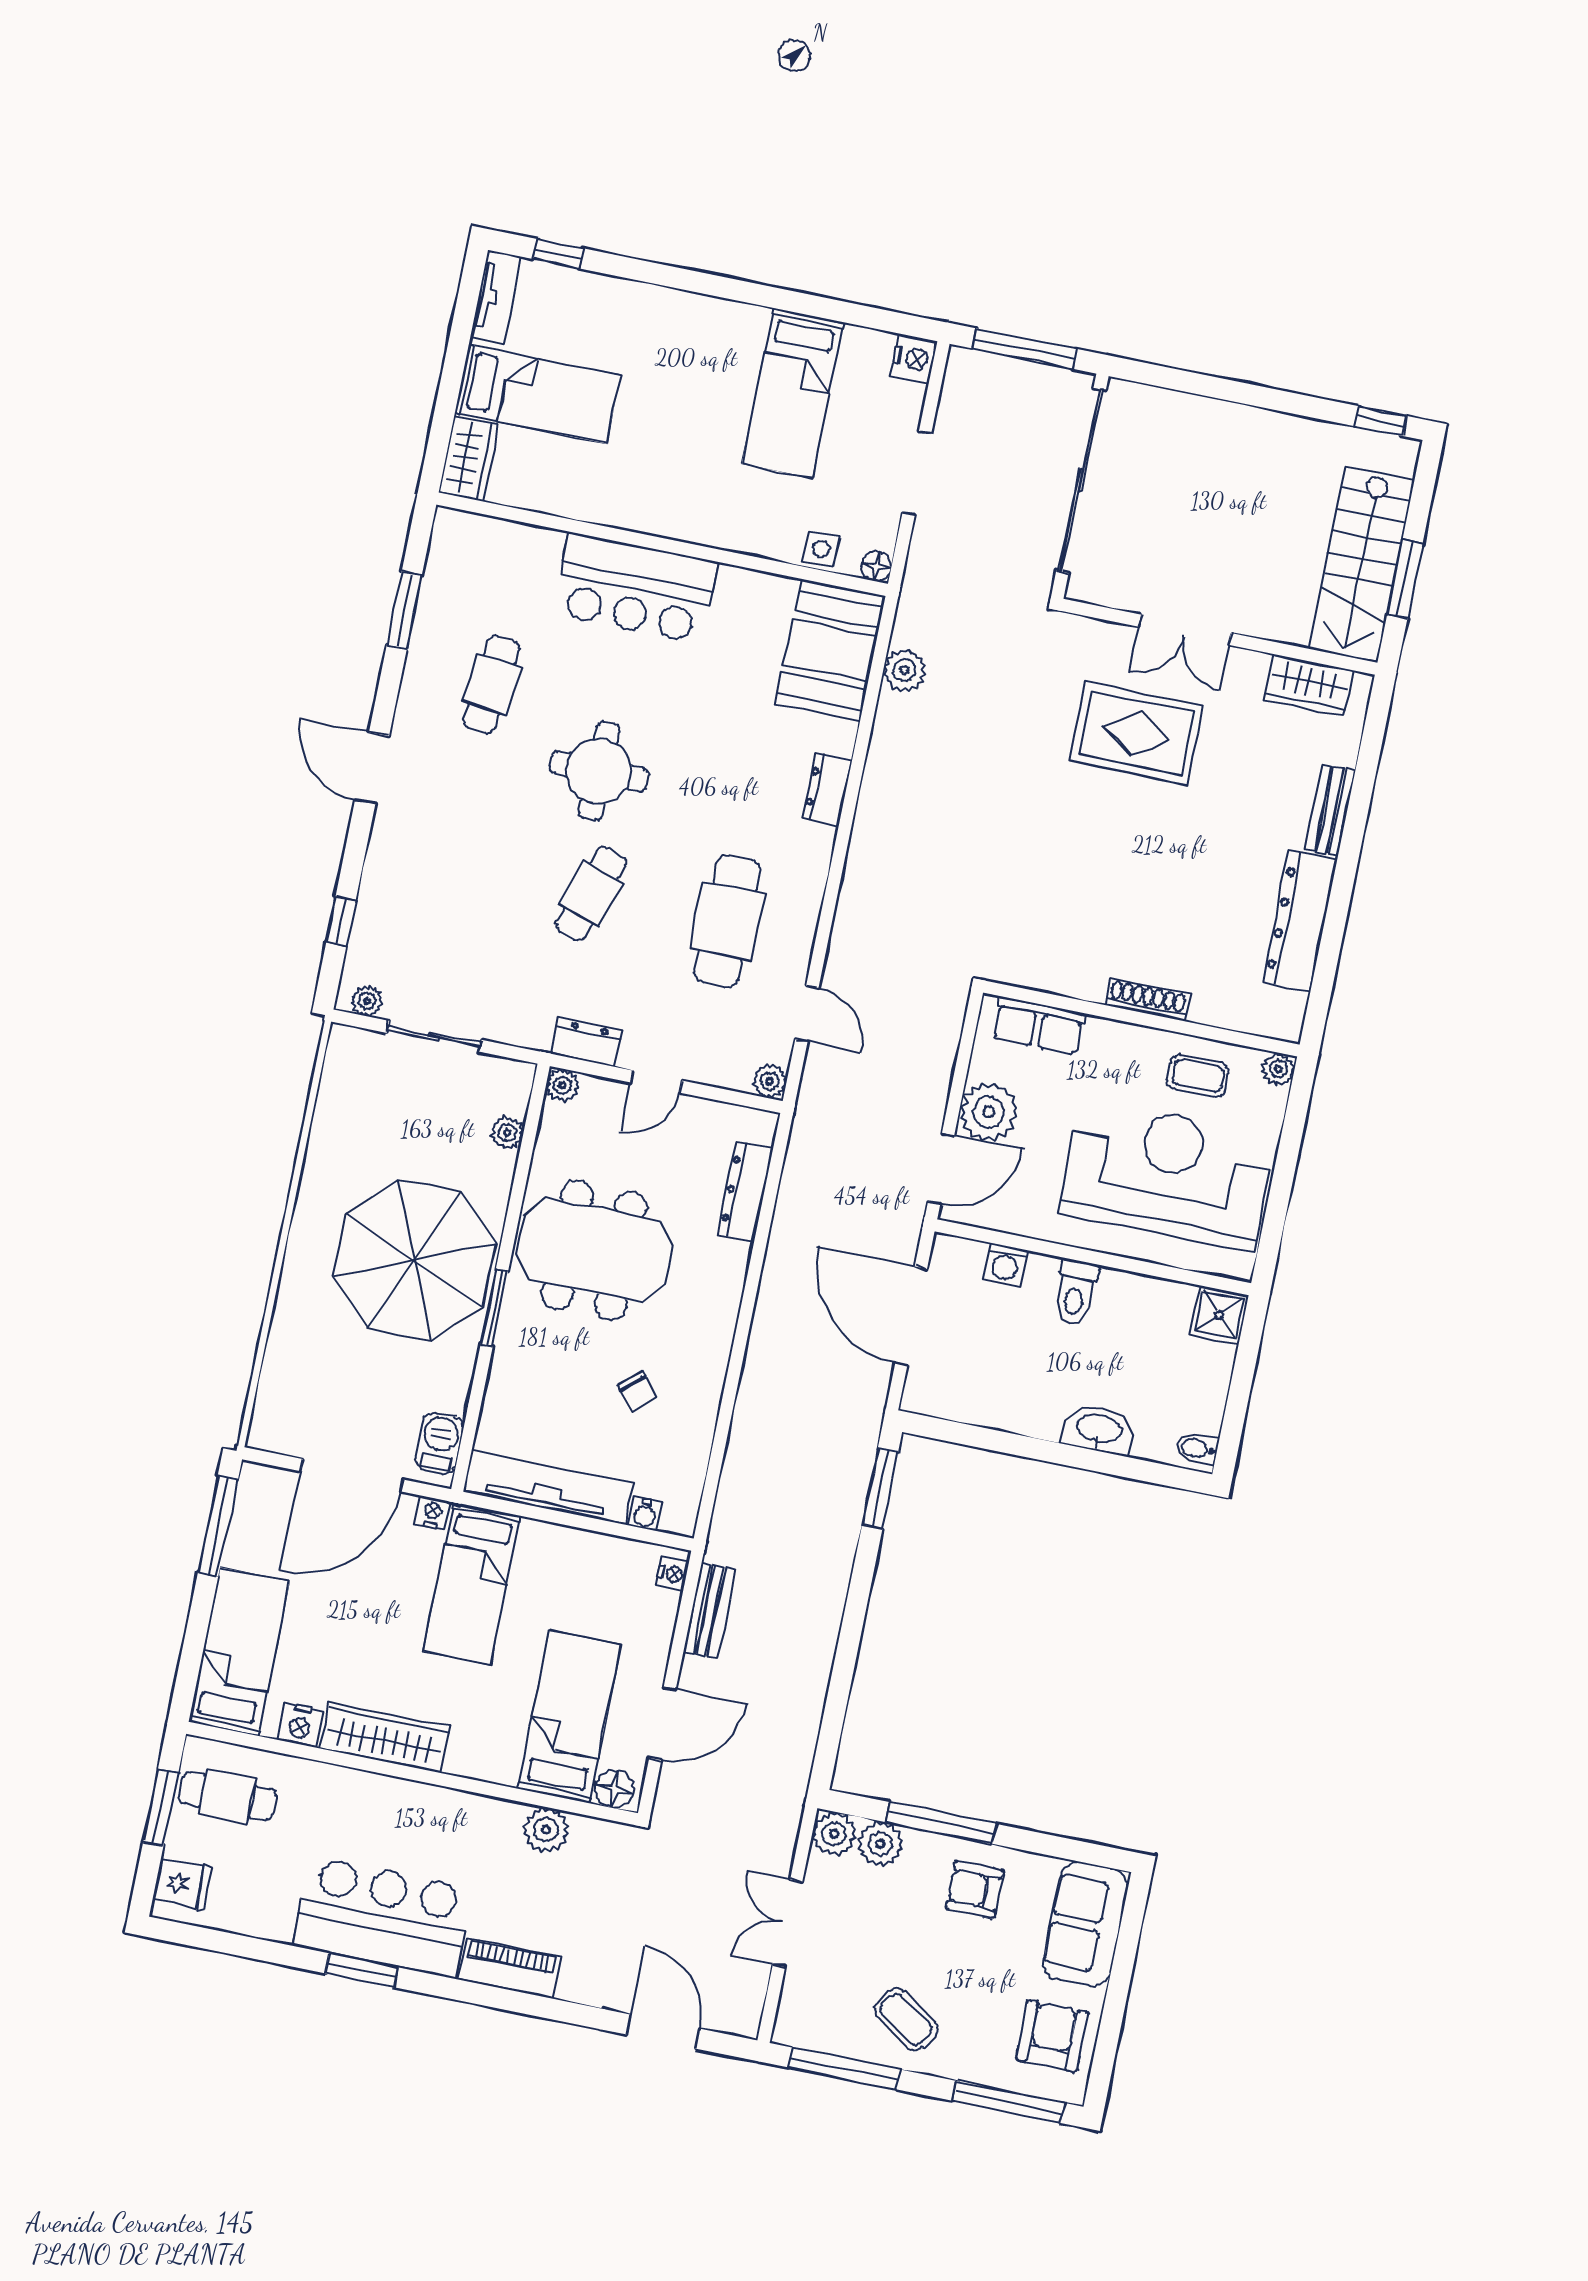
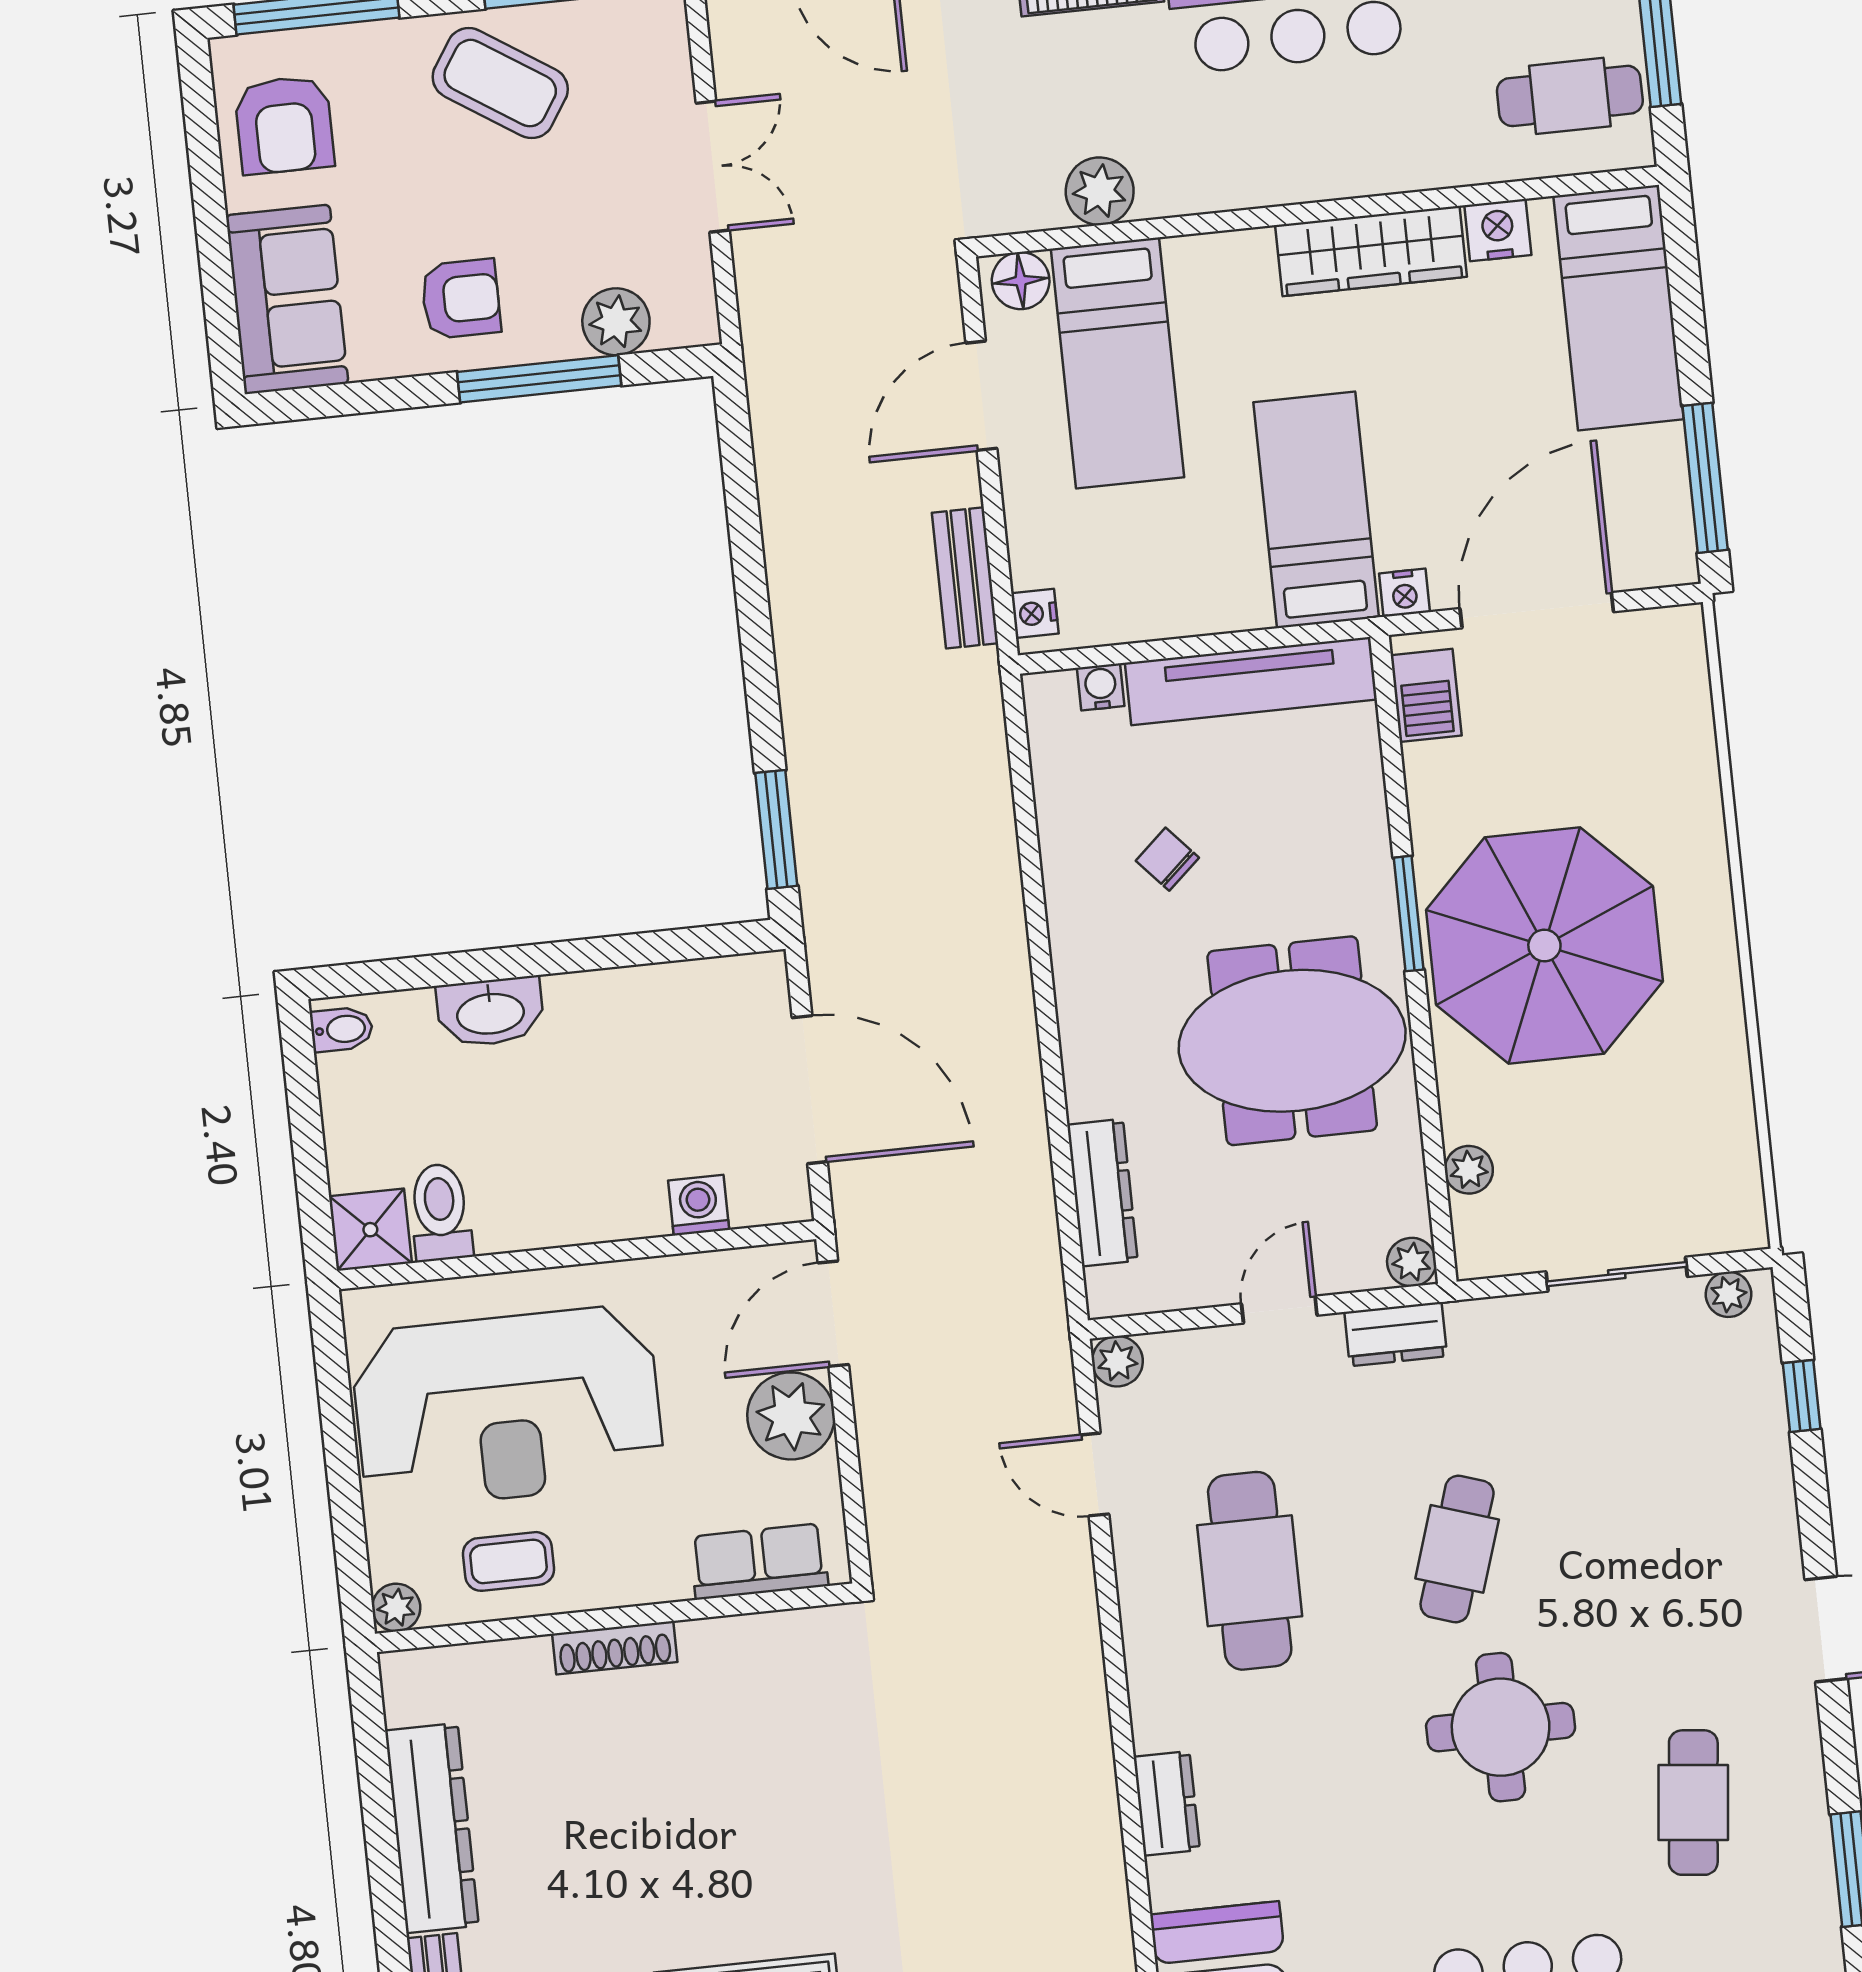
toilet: (1075, 1293) -> (440, 1212), moved
plant: (834, 1834) -> (687, 315), removed
coffee table: (906, 2019) -> (500, 83), width x1.36, depth x1.30

